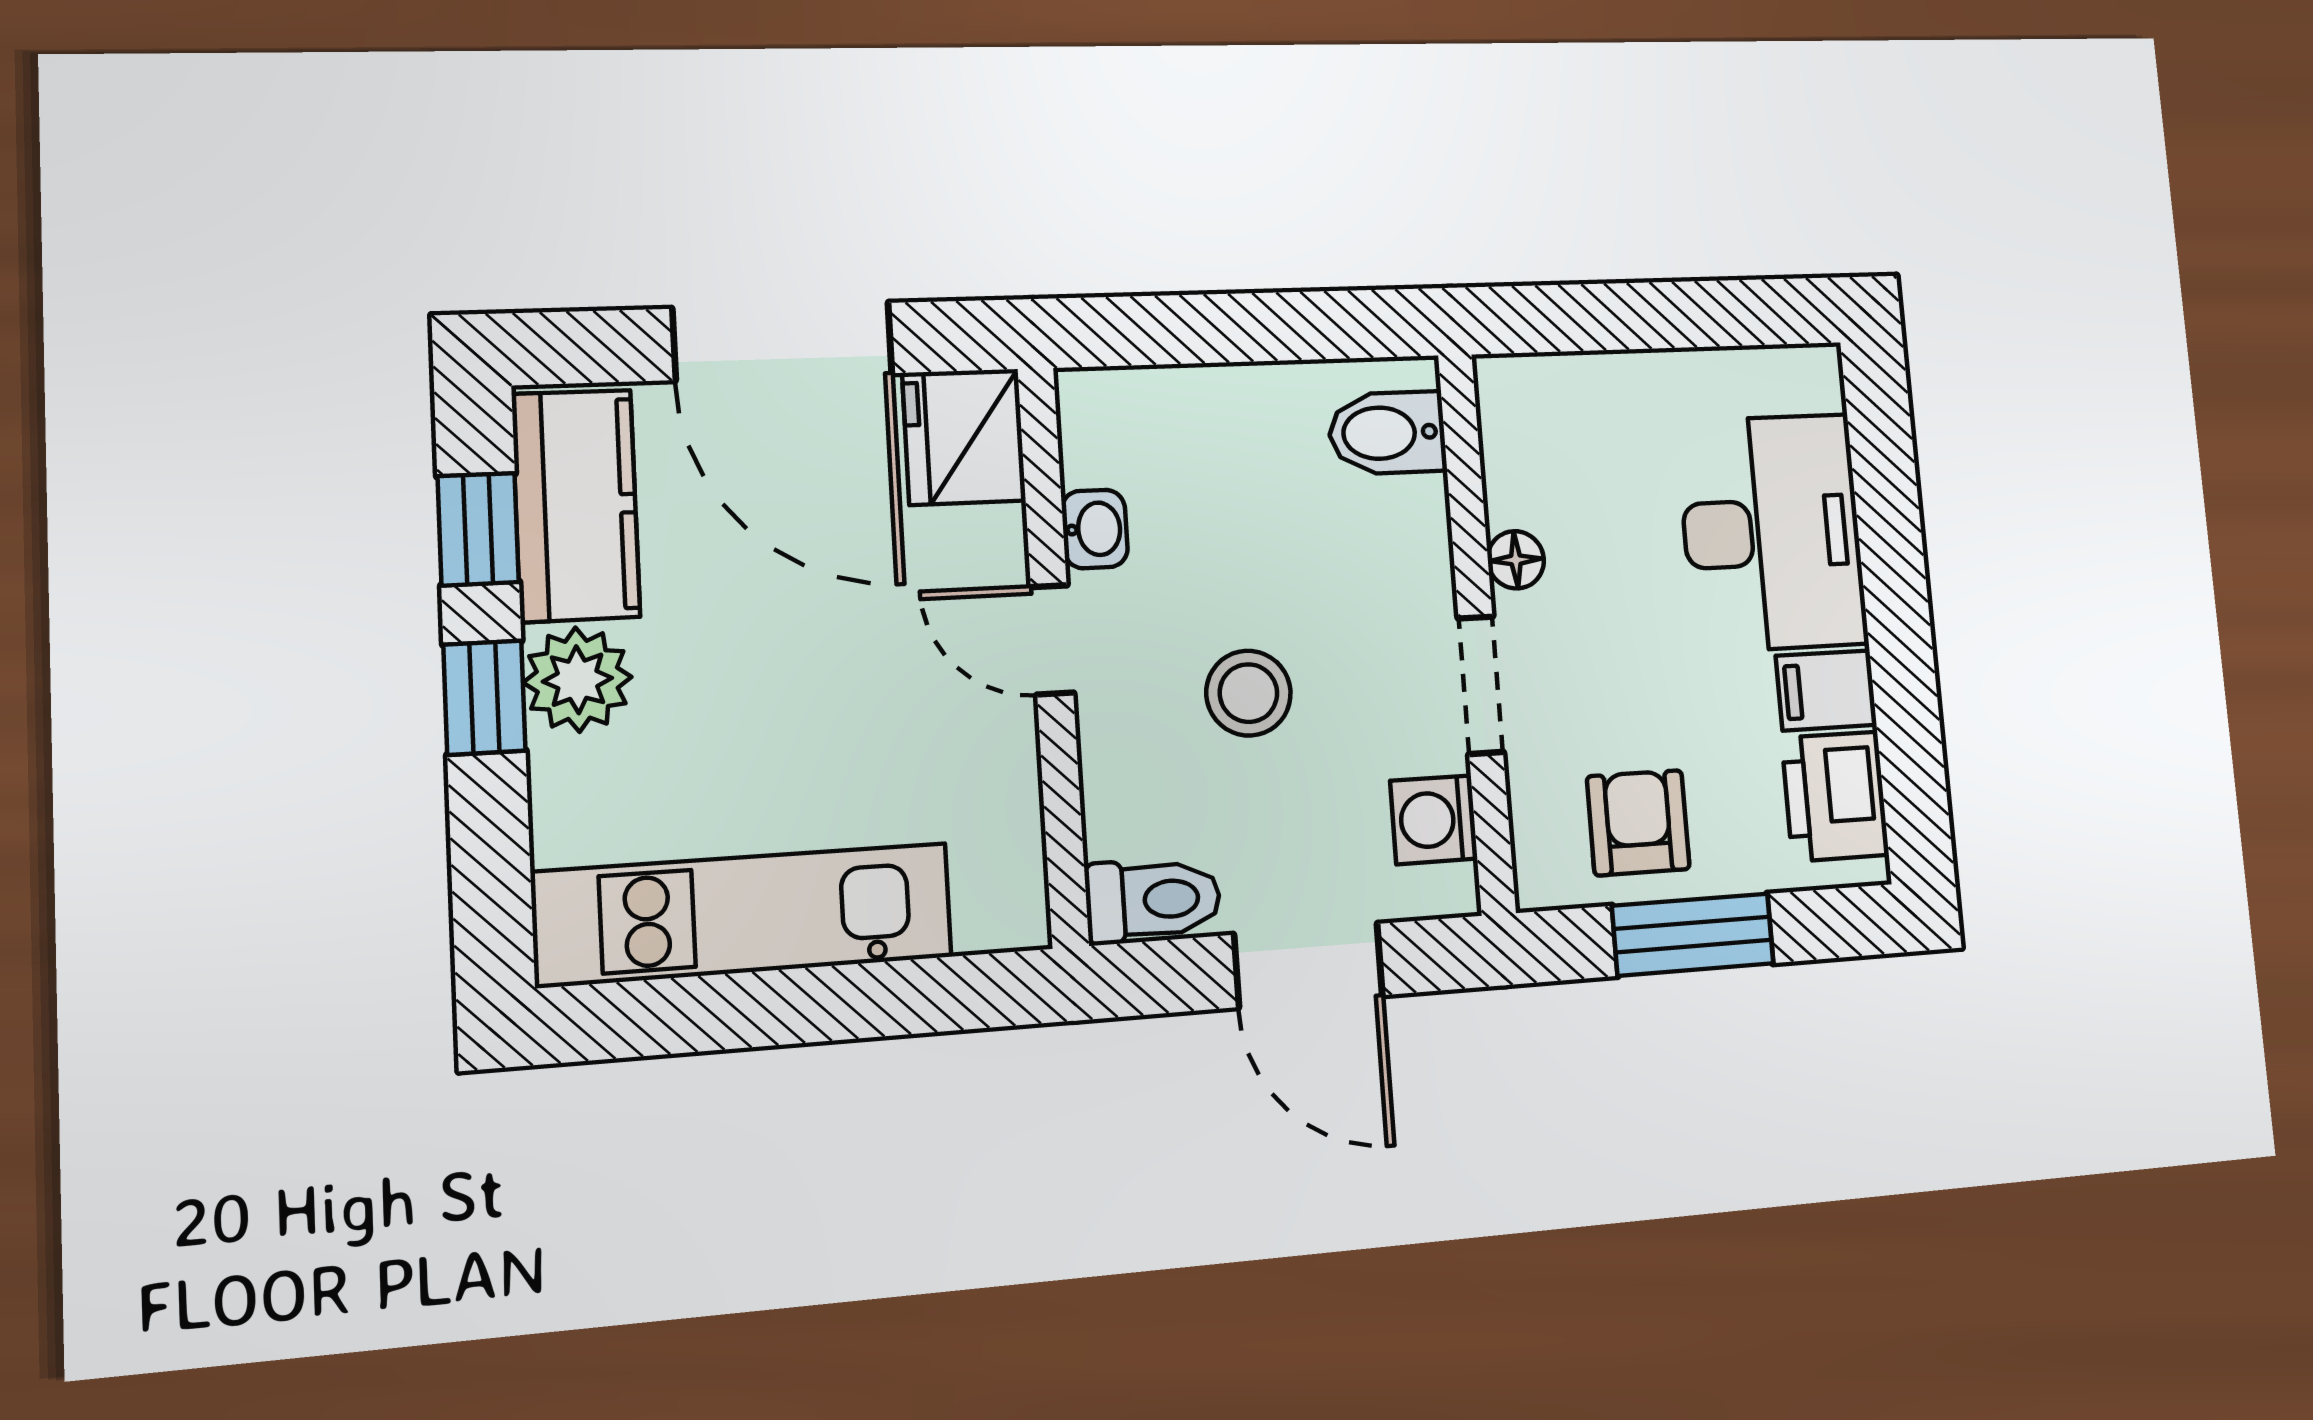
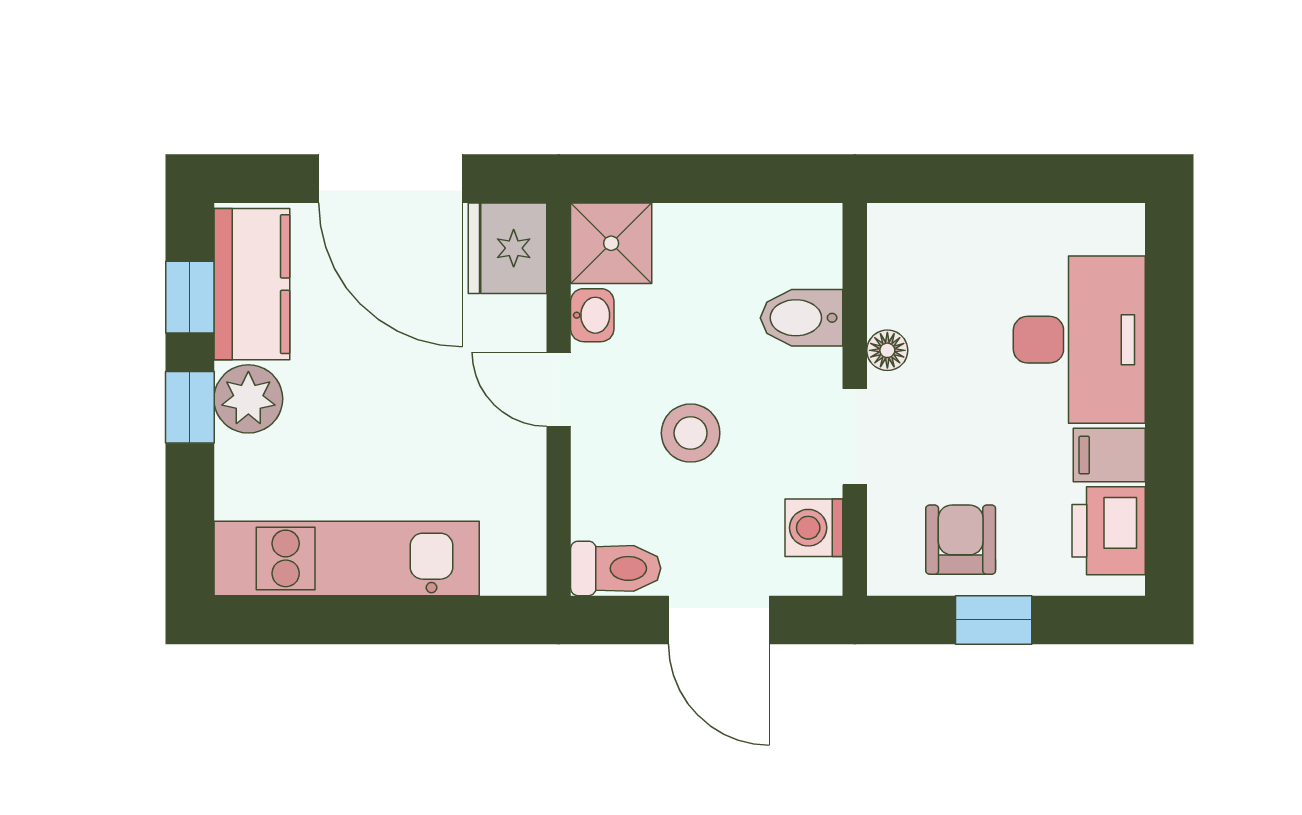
shower: (1115, 424) -> (611, 243), added
bidet: (1387, 433) -> (802, 318), moved
window: (1693, 935) -> (994, 620), width x0.67

